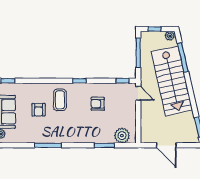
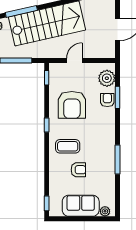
door: (138, 93) -> (74, 60), moved
armchair: (98, 104) -> (72, 105), width x1.88, depth x1.88
armchair: (102, 136) -> (107, 100), added

